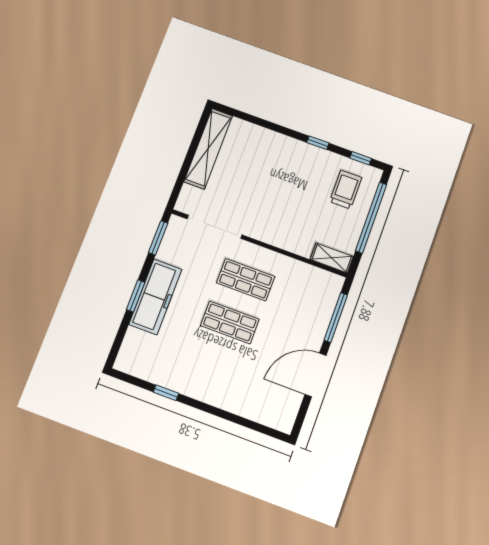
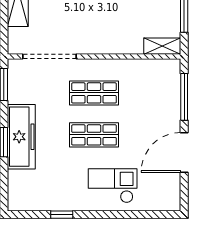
checkout: (229, 382) -> (113, 186), added

